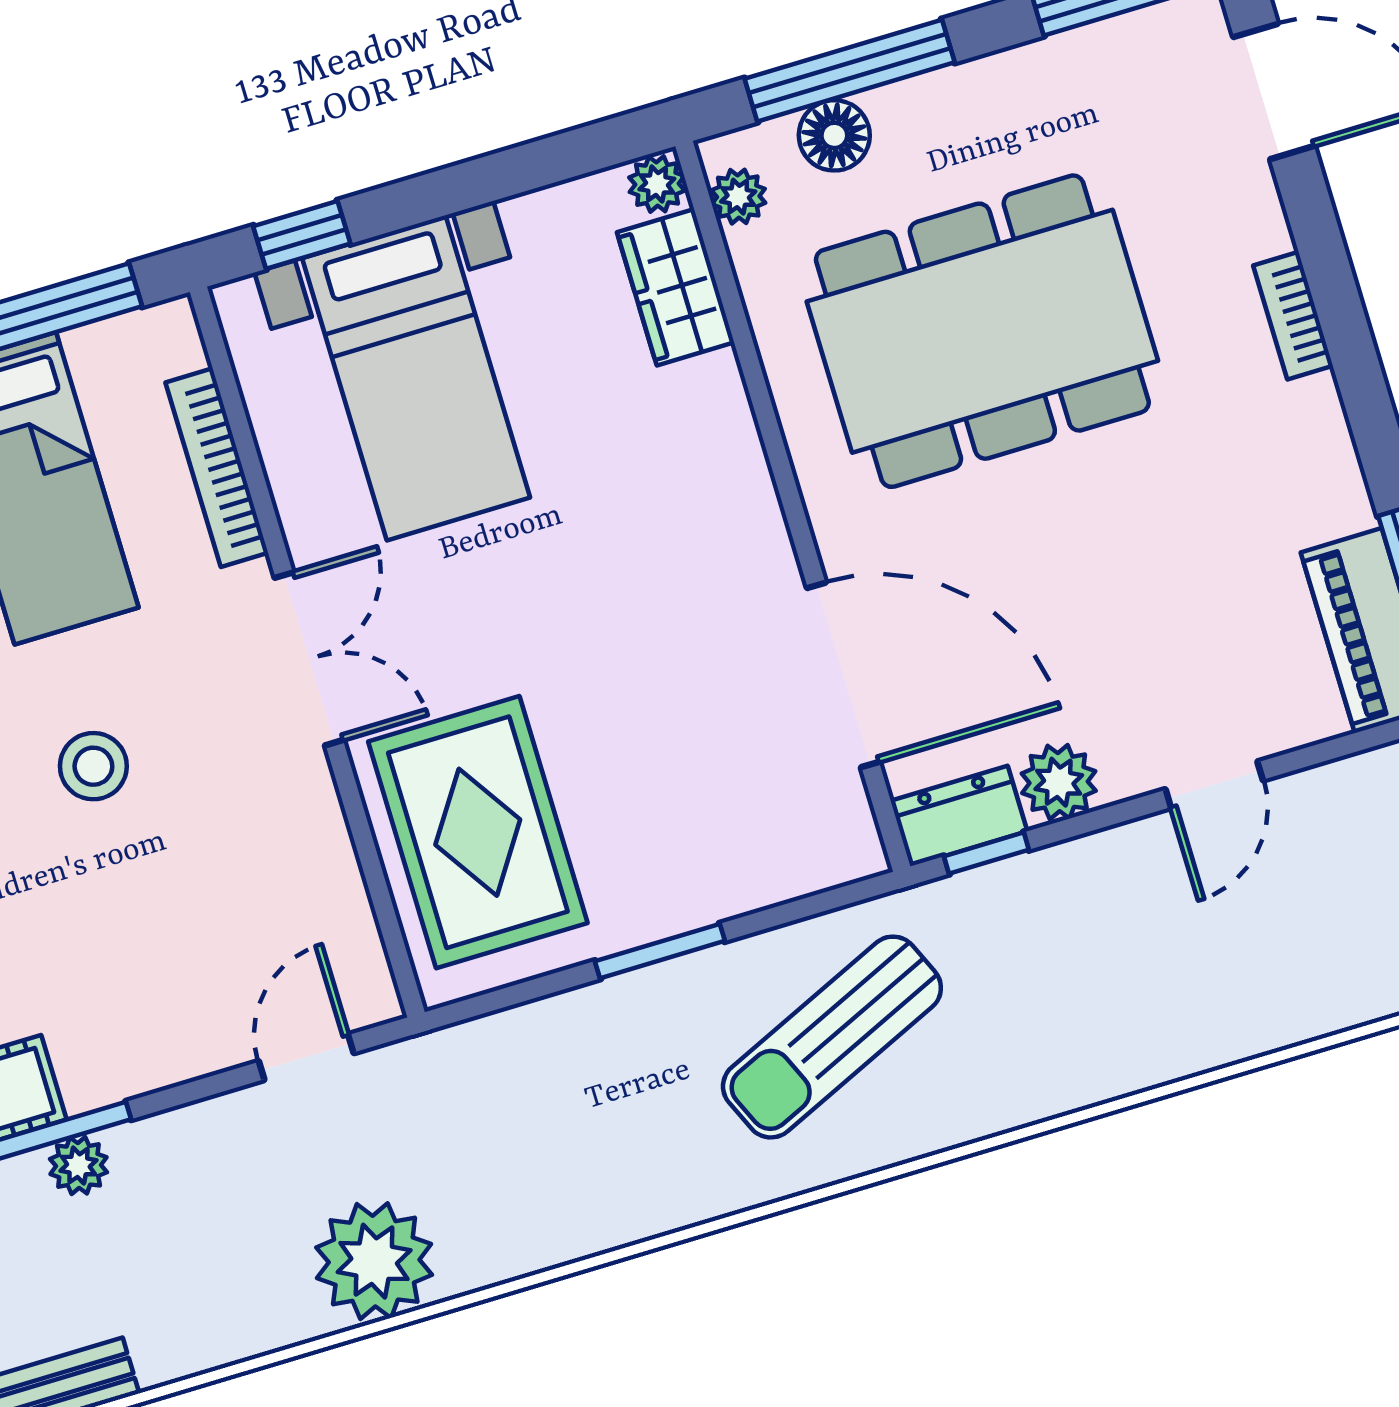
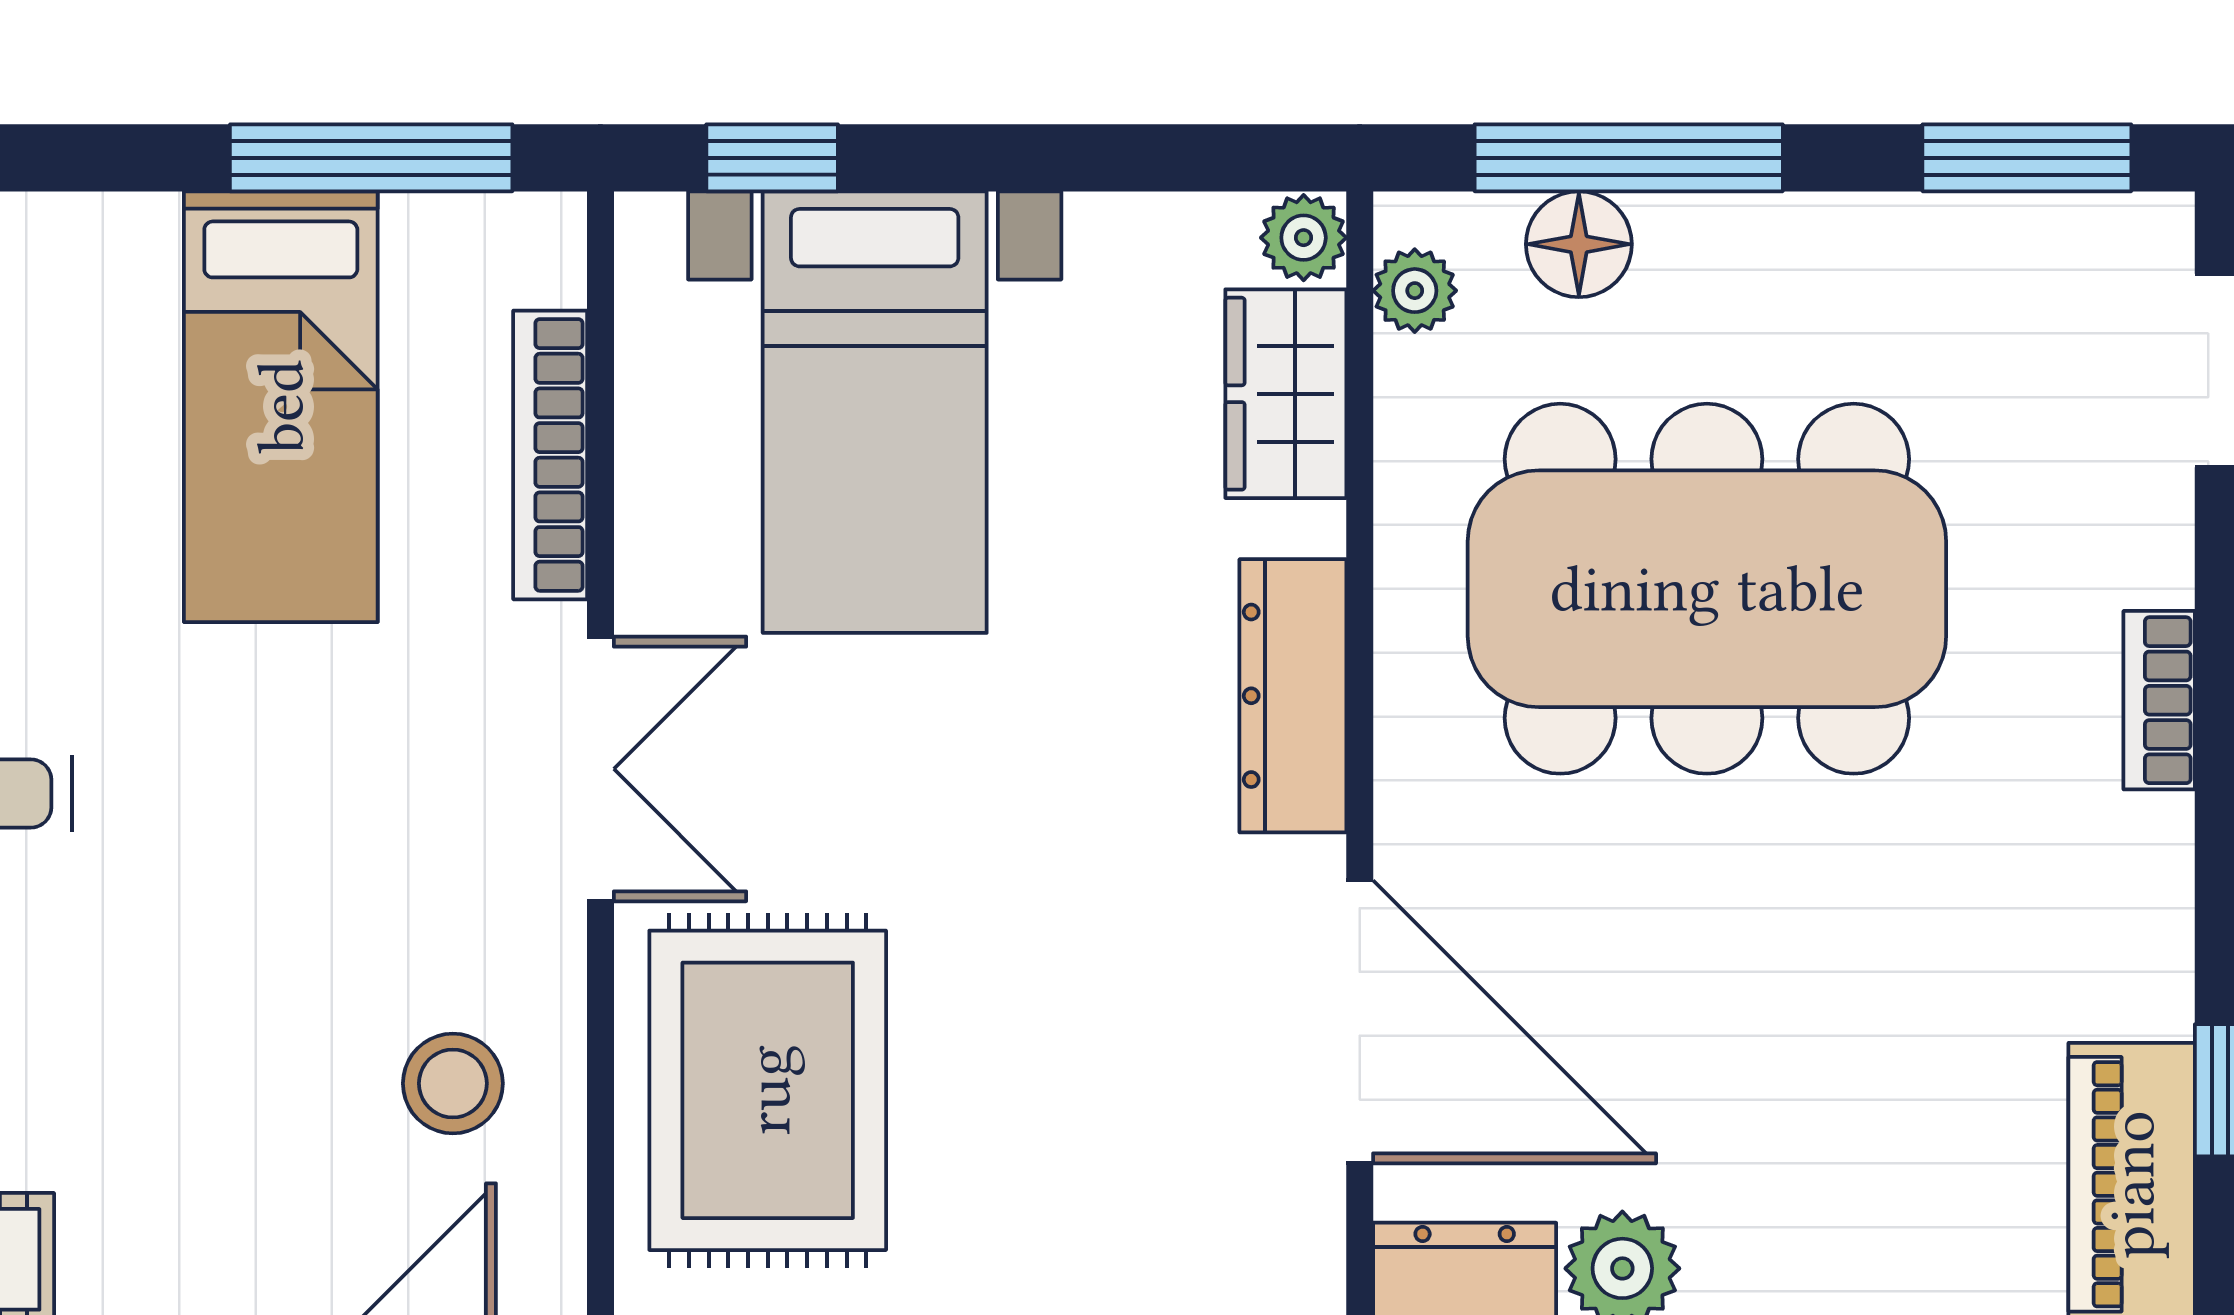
dresser: (738, 479) -> (1293, 696), added
stool: (93, 766) -> (453, 1083), moved

